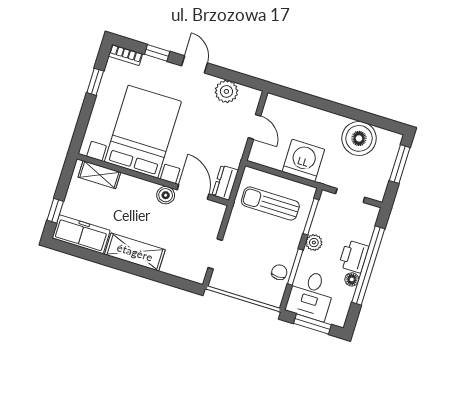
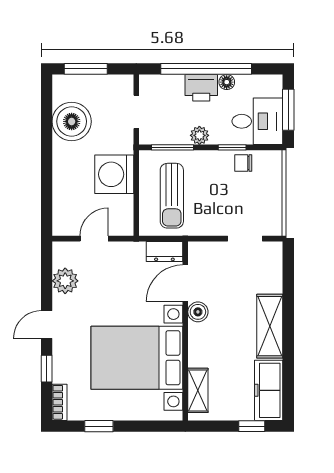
window: (295, 267) -> (232, 147), width x0.67

